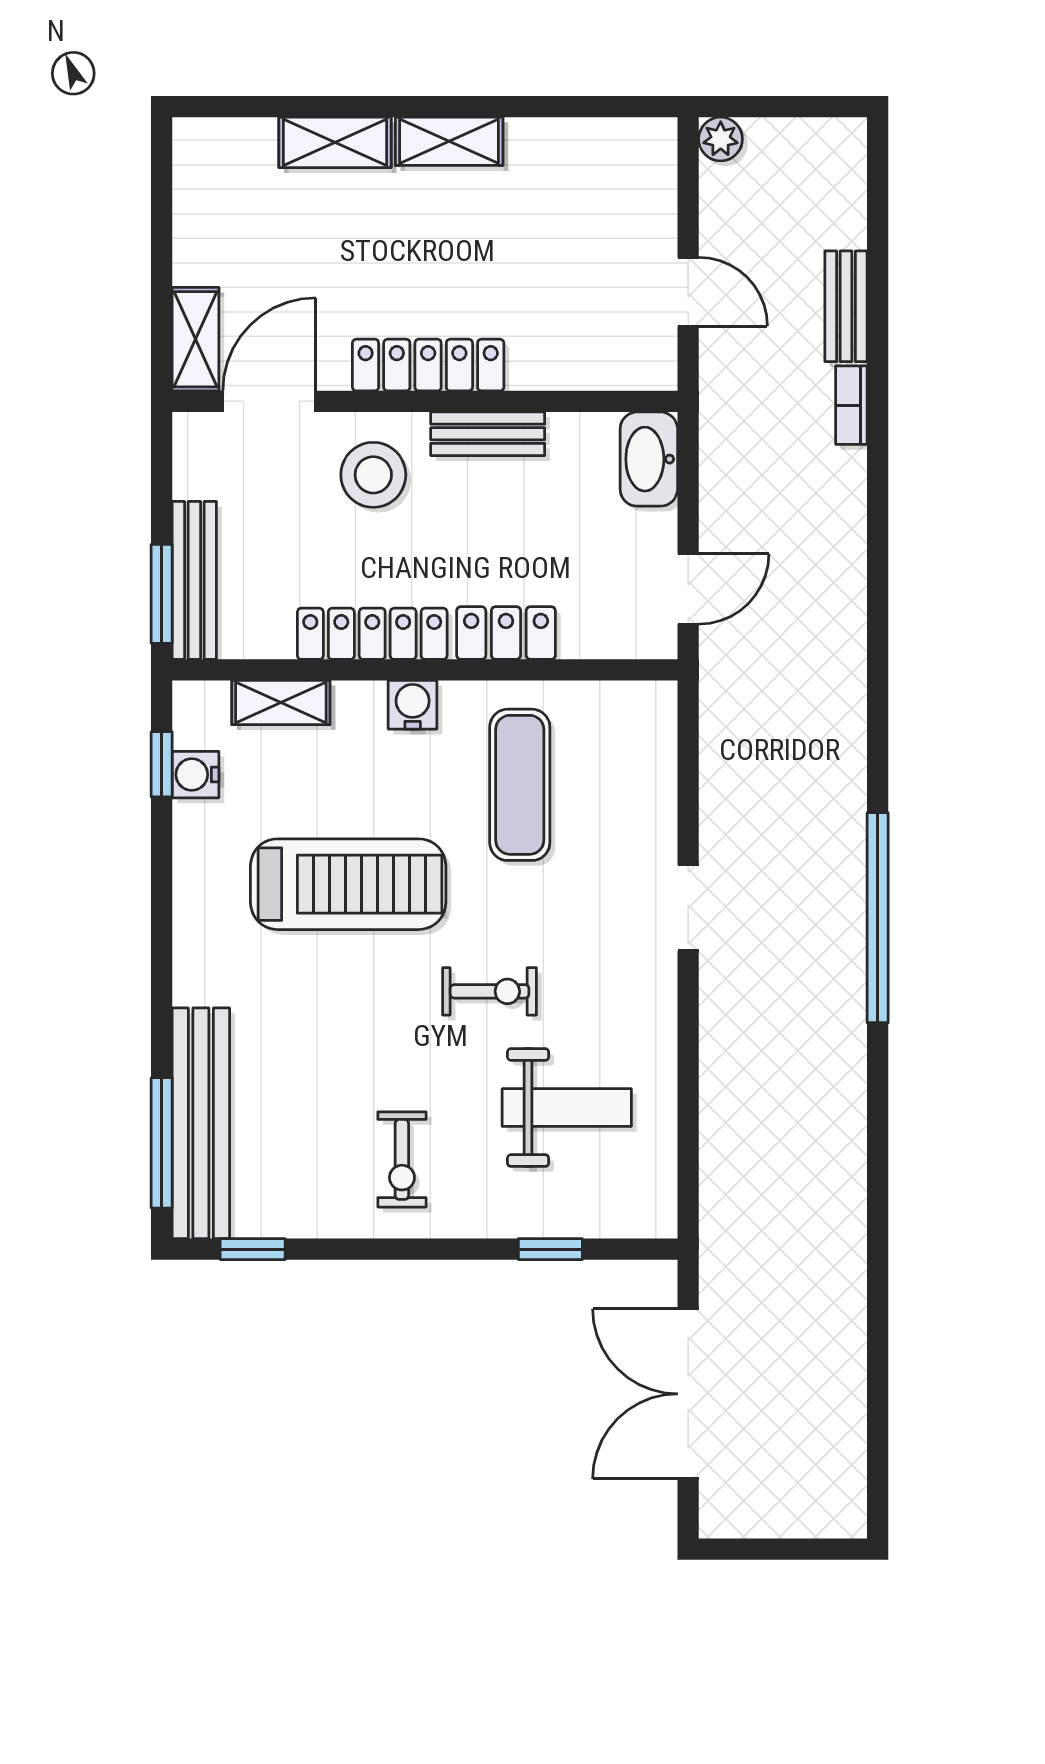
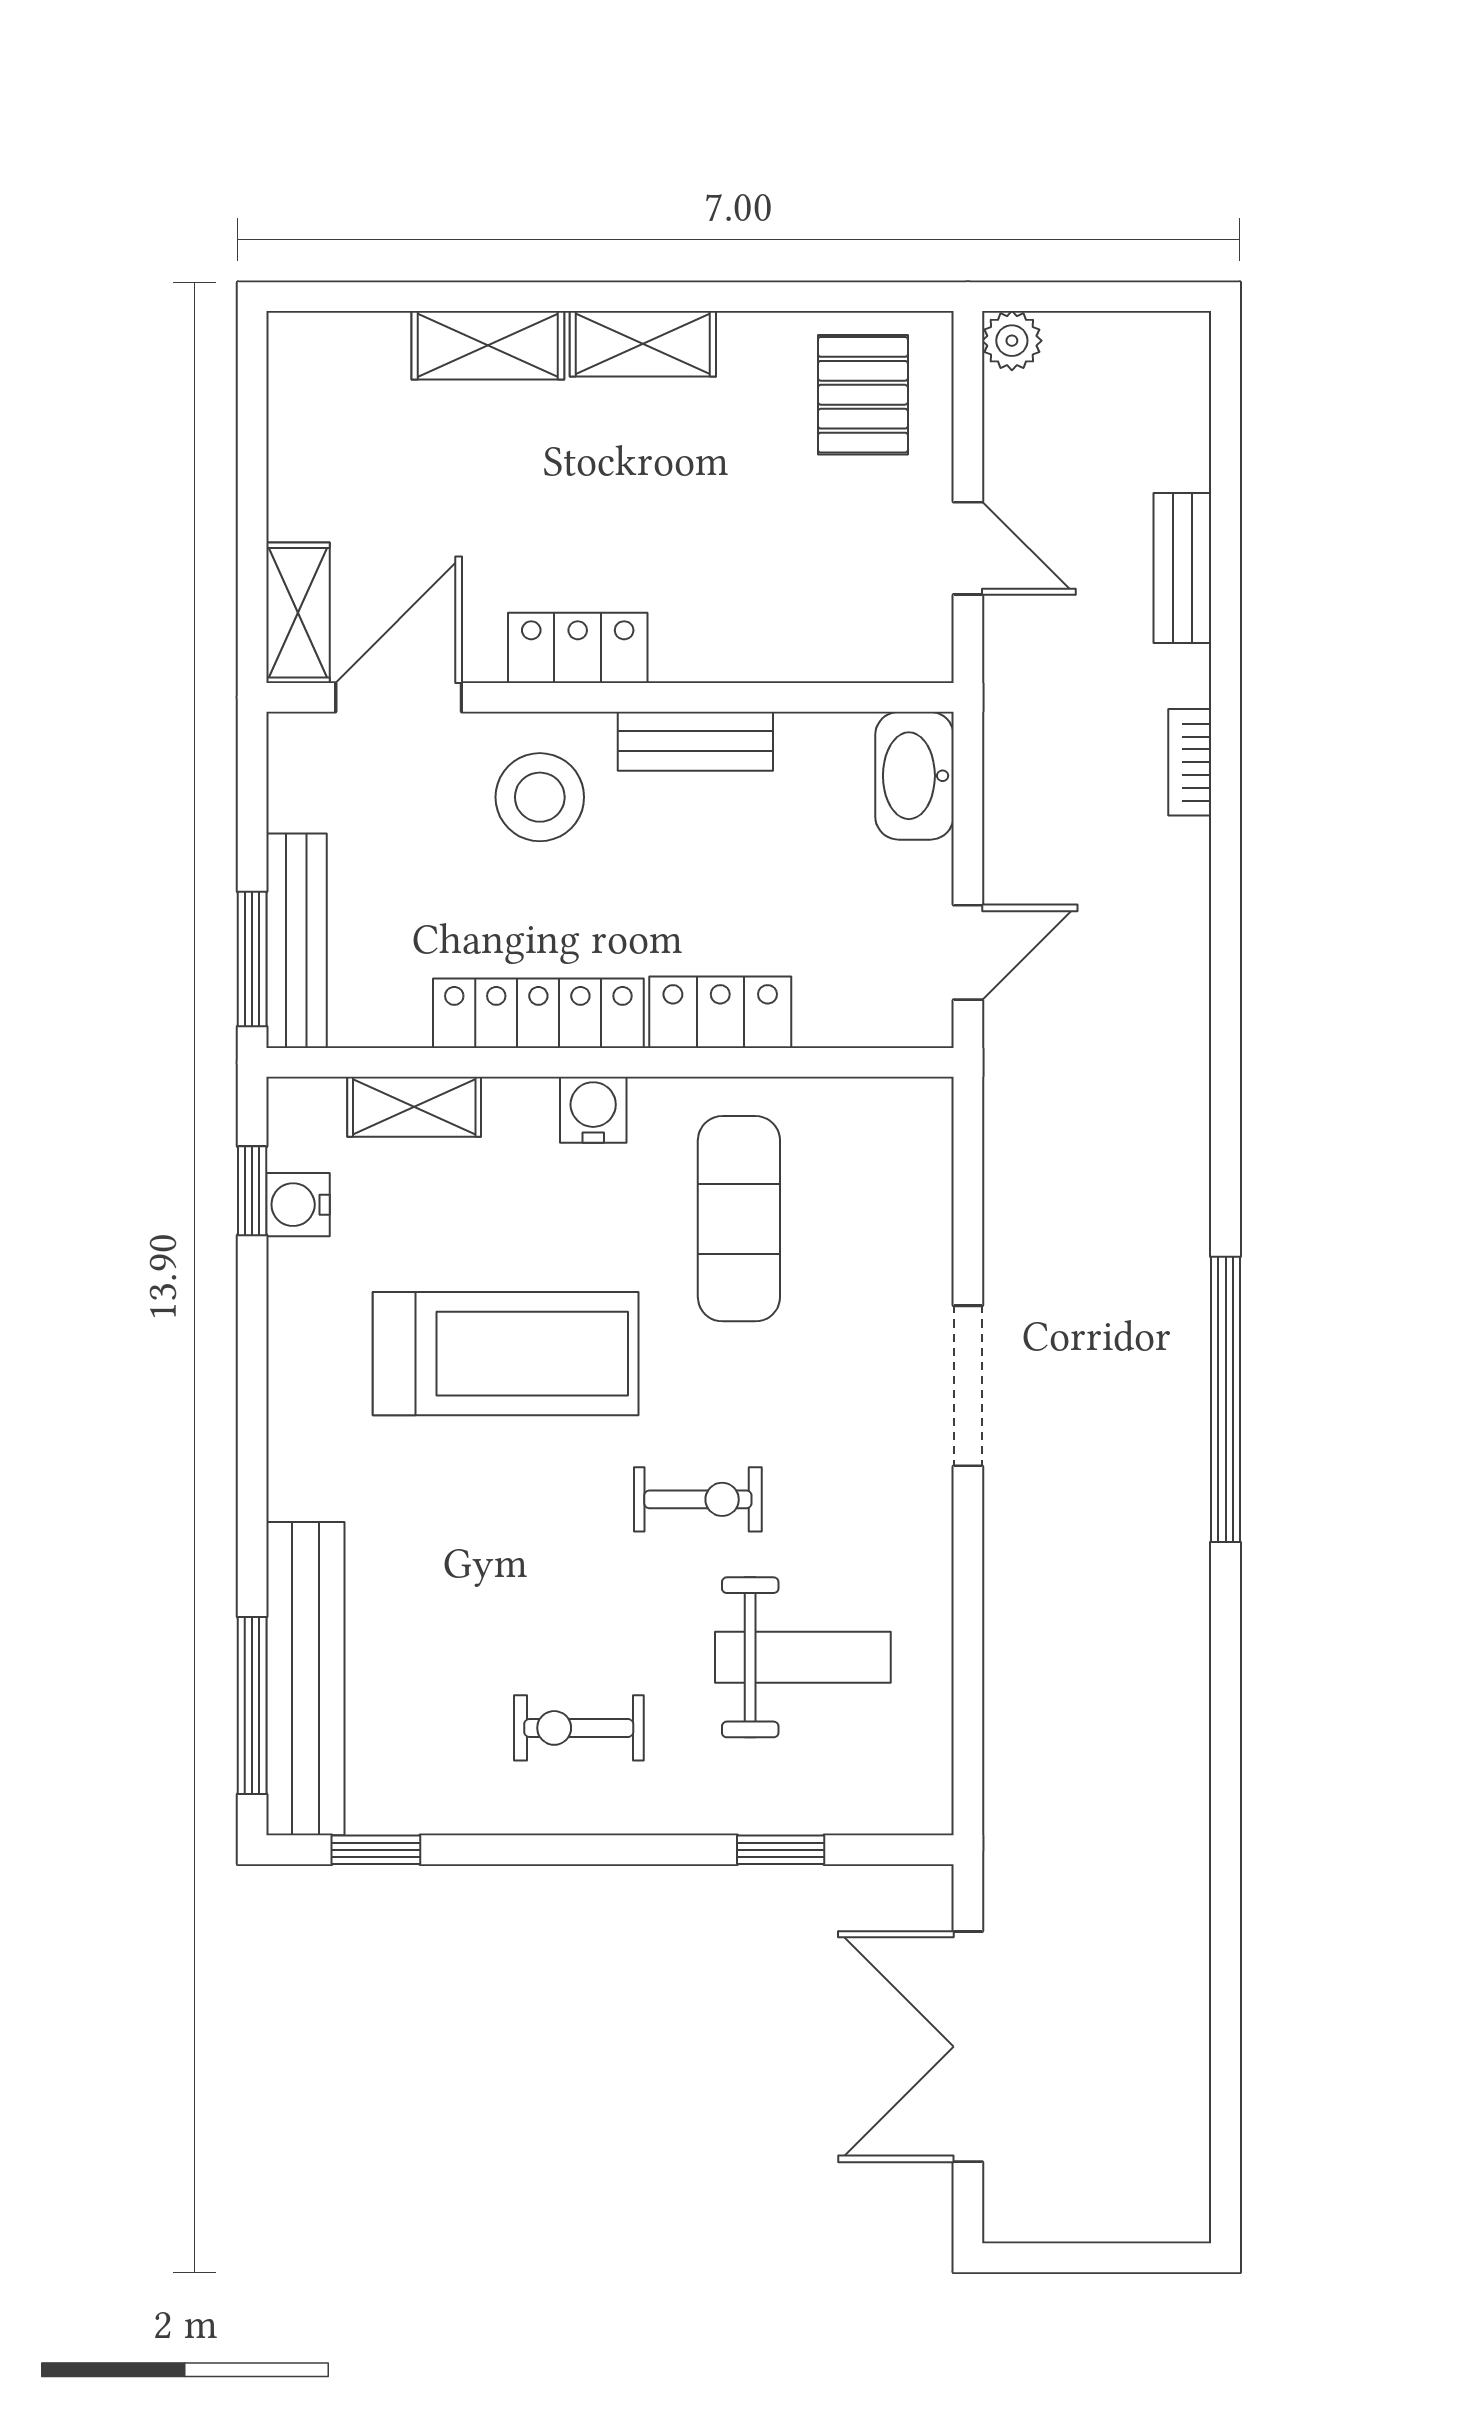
pallet: (611, 179) -> (863, 395), added
locker: (428, 365) -> (578, 648), width x0.66
bookcase: (851, 405) -> (1190, 762), moved
doorway: (688, 908) -> (968, 1386), width x1.38
exercise bike: (402, 1159) -> (579, 1728), turned 90

